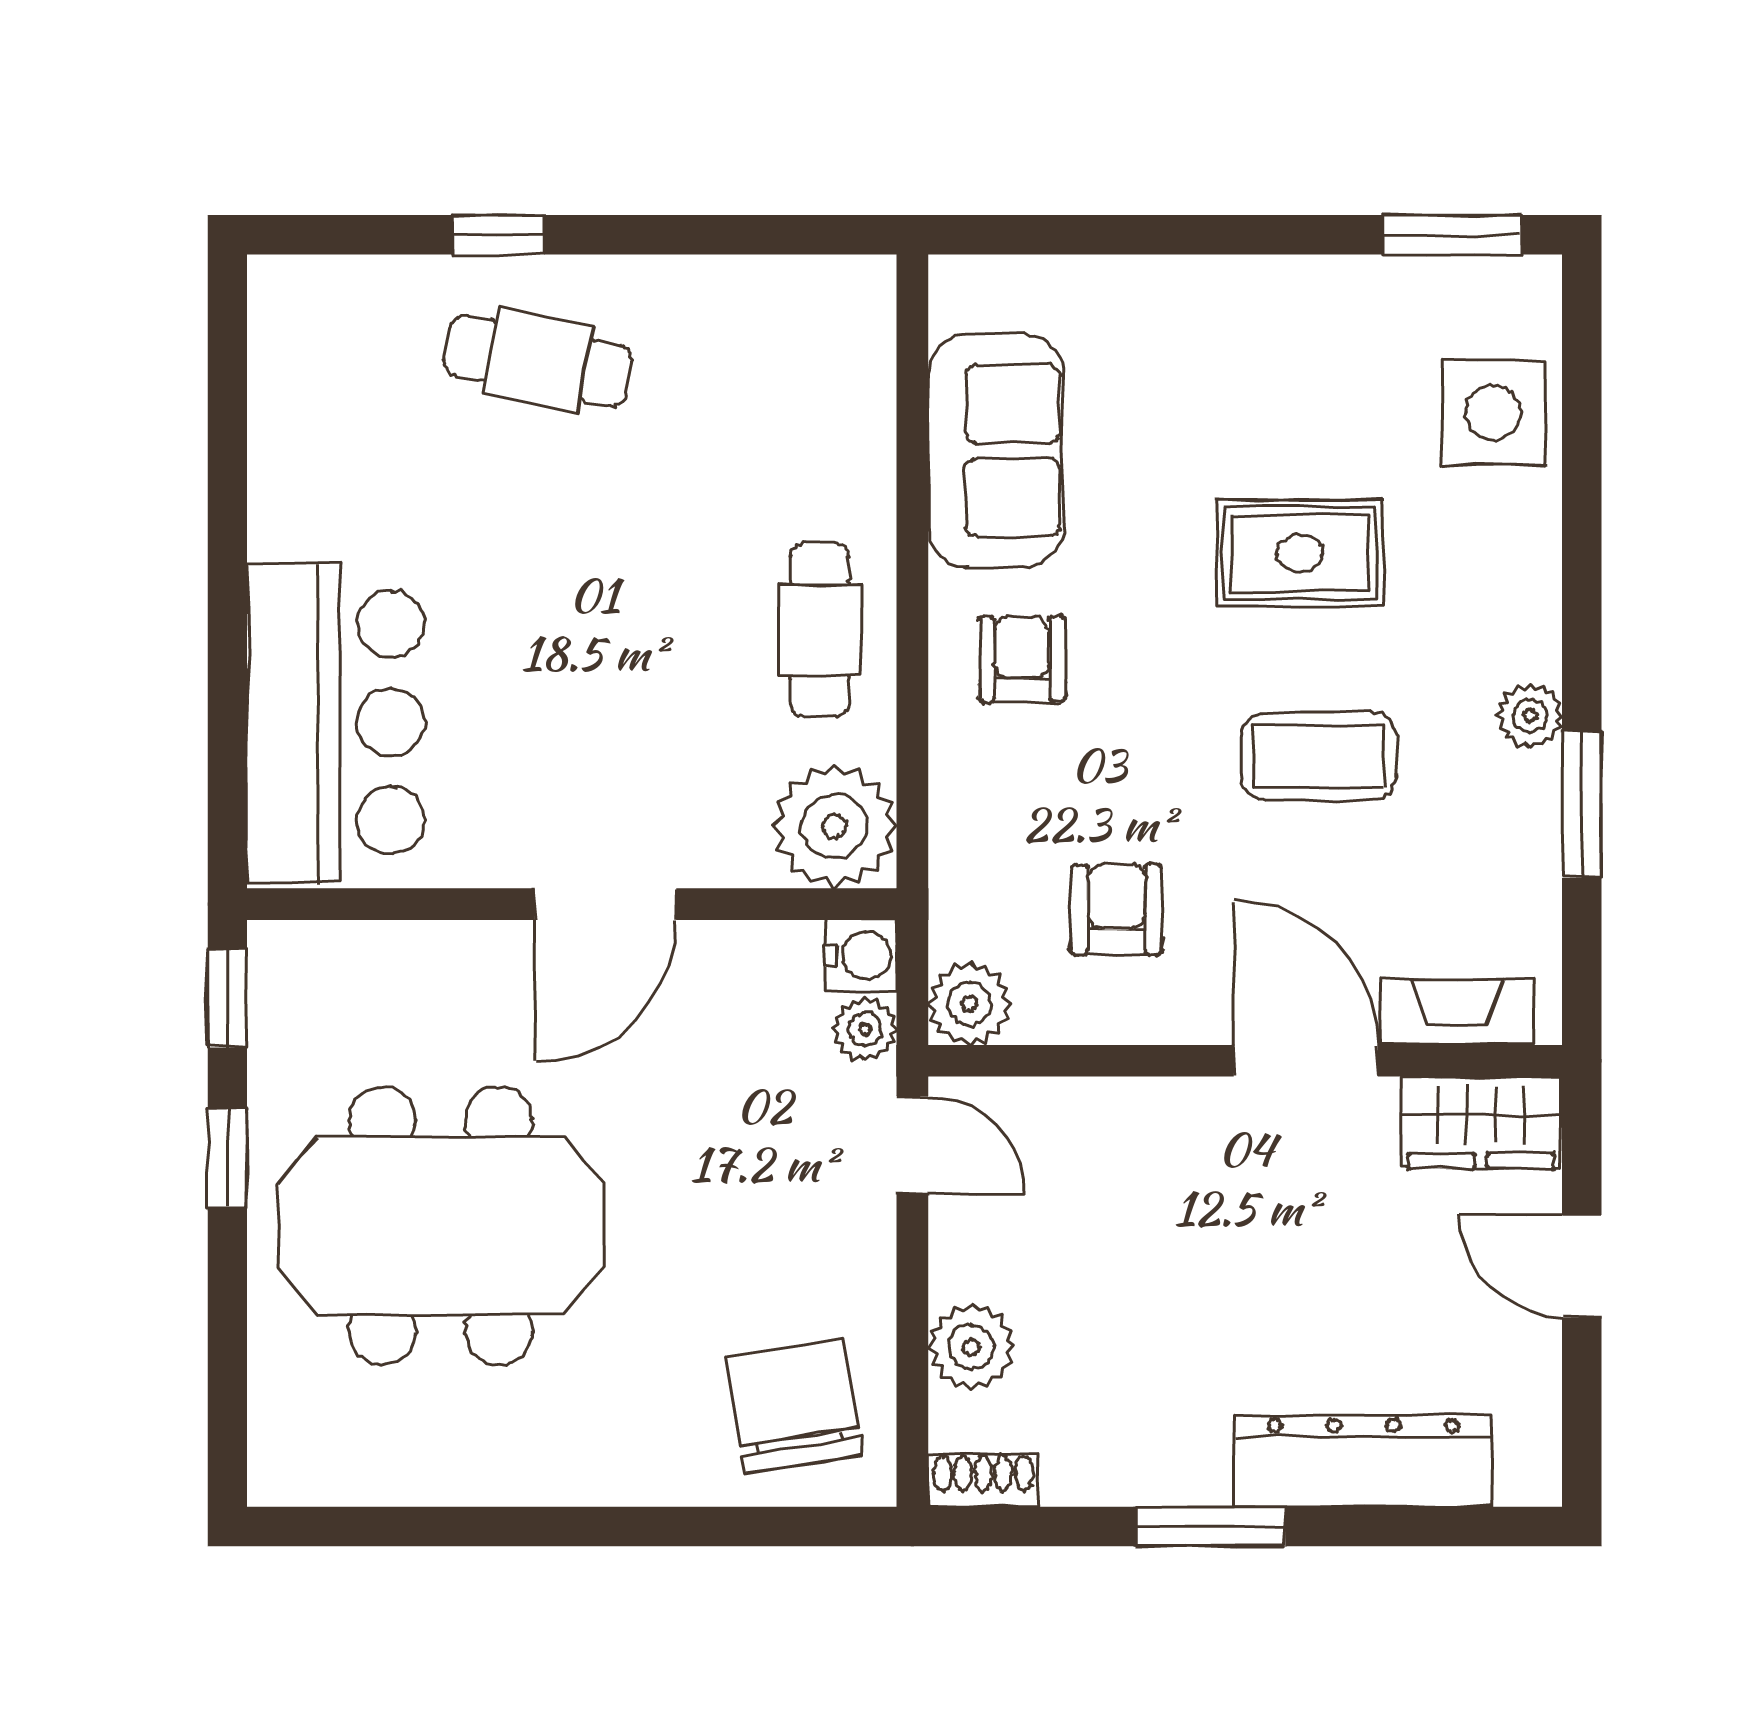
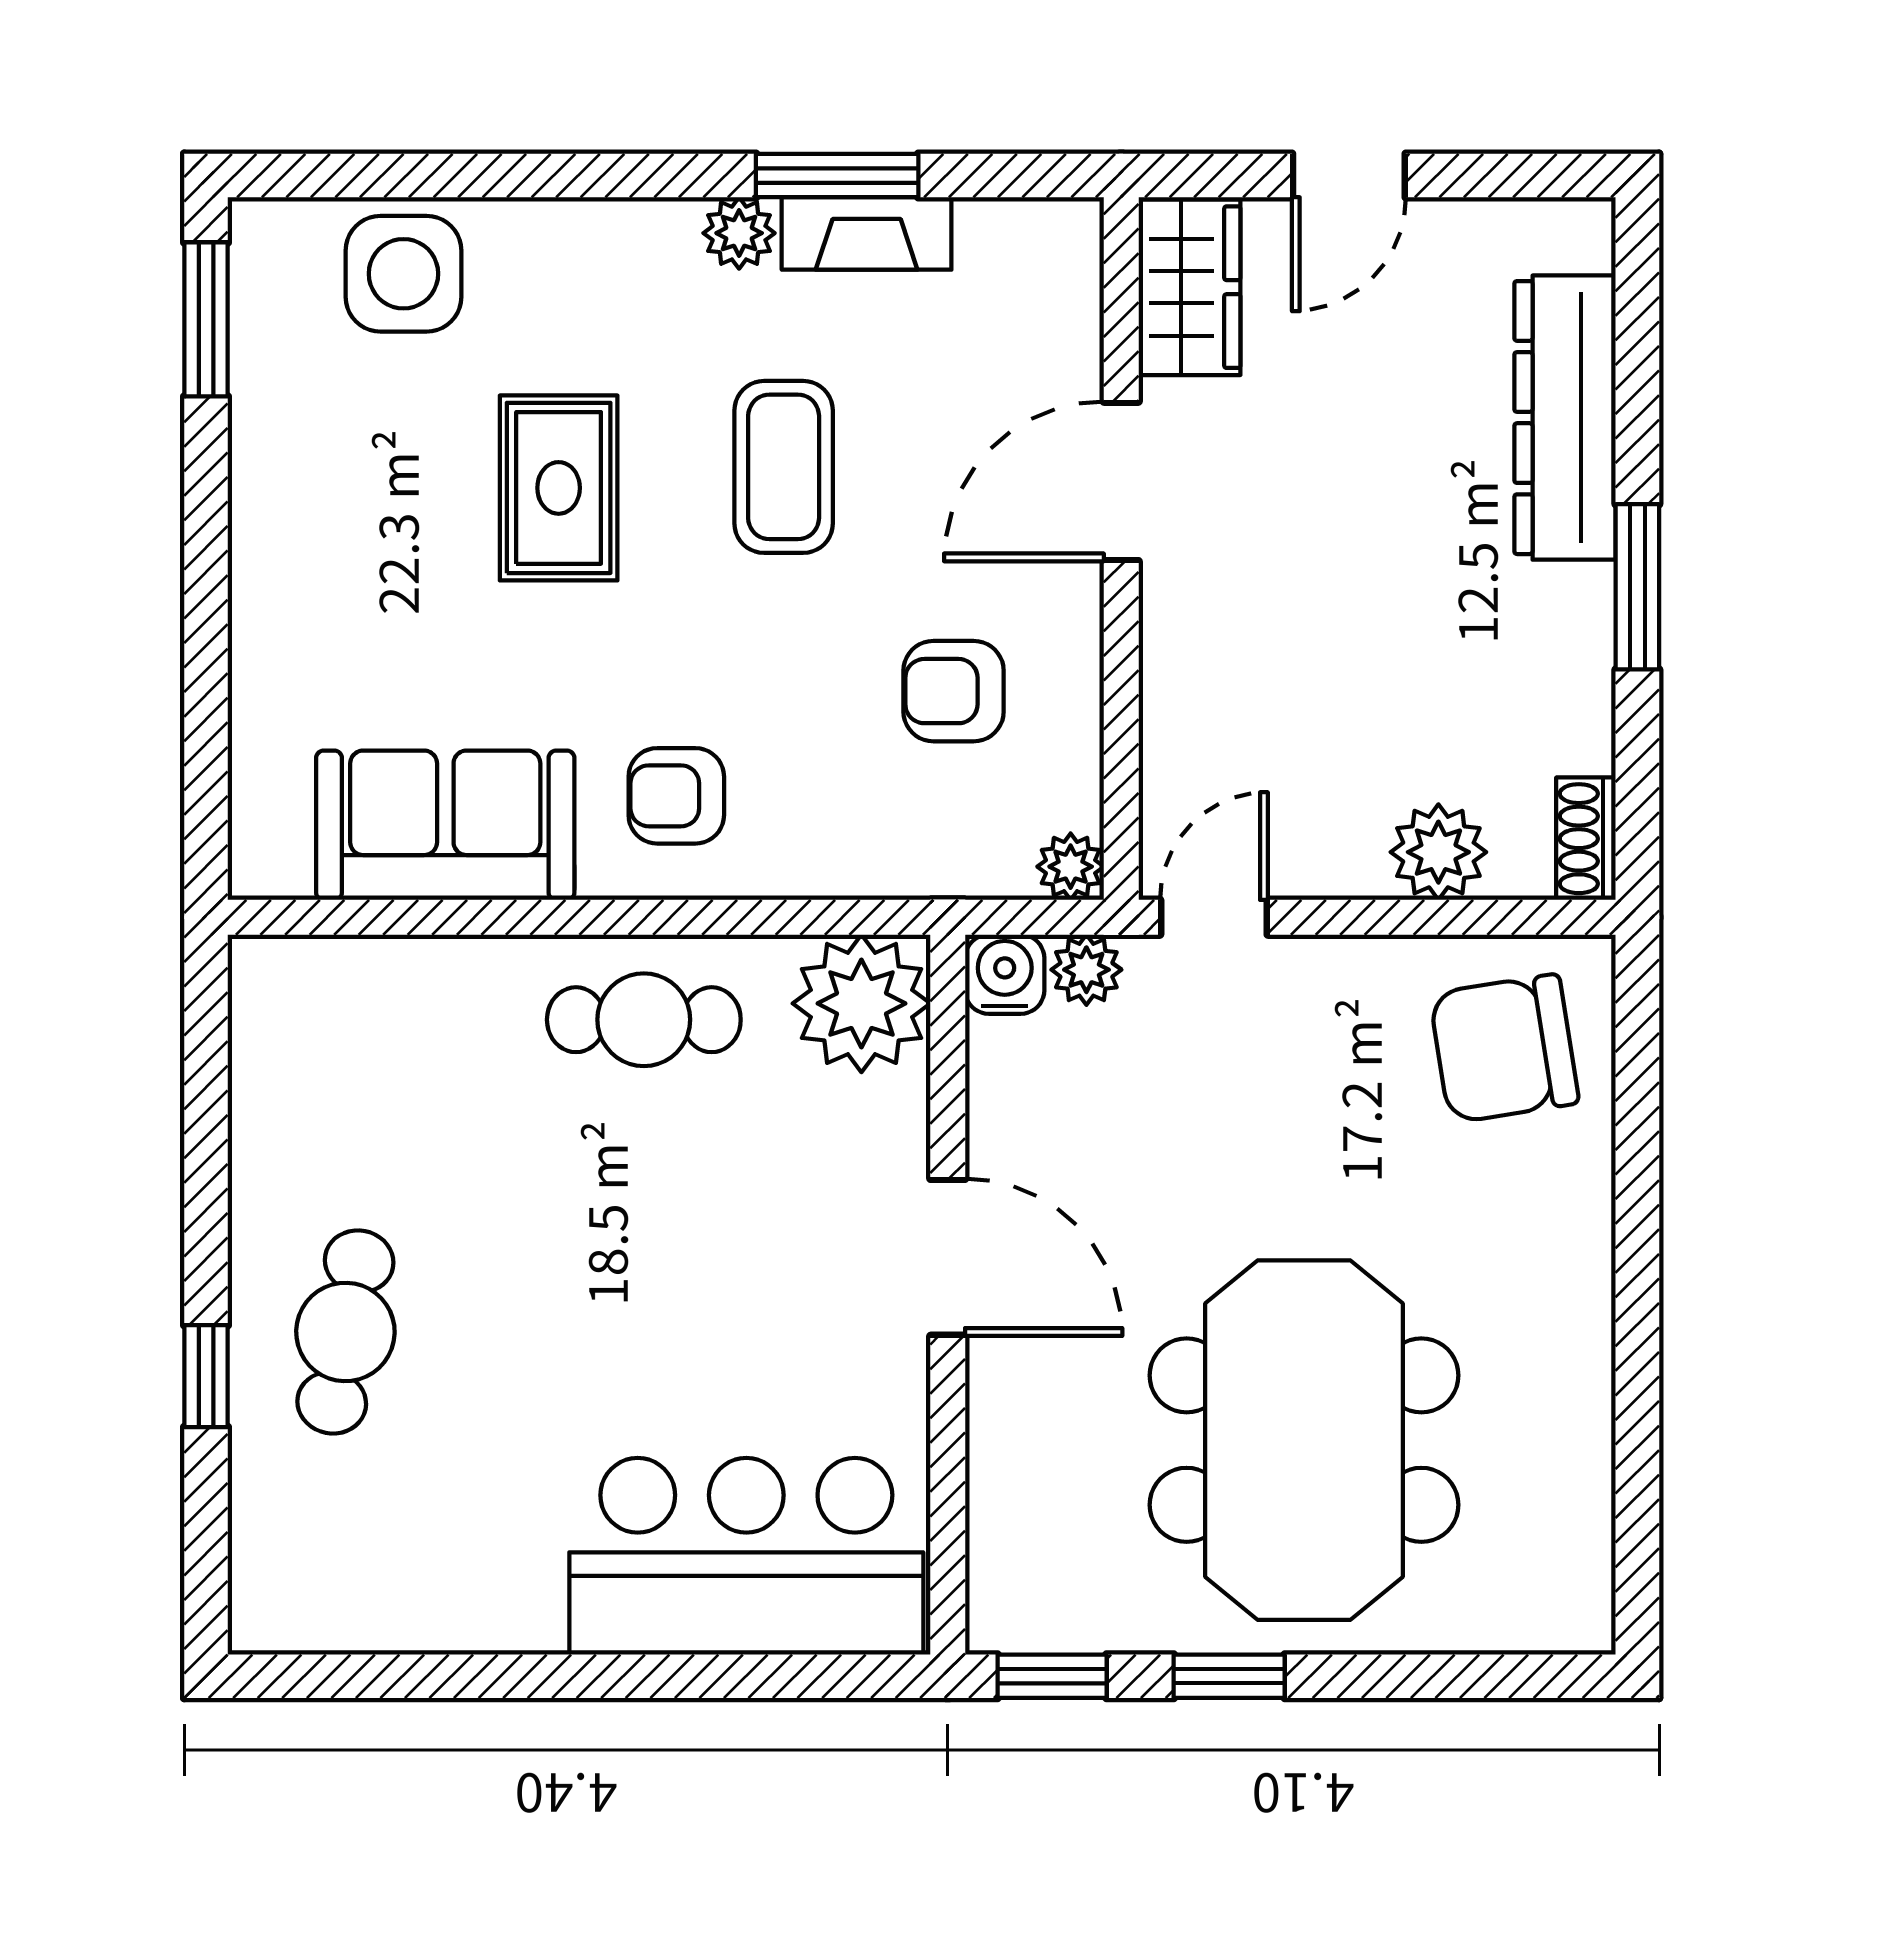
plant: (969, 1004) -> (1071, 867), width x0.73, depth x0.73
fireplace: (1457, 1012) -> (867, 233), moved, turned -90

